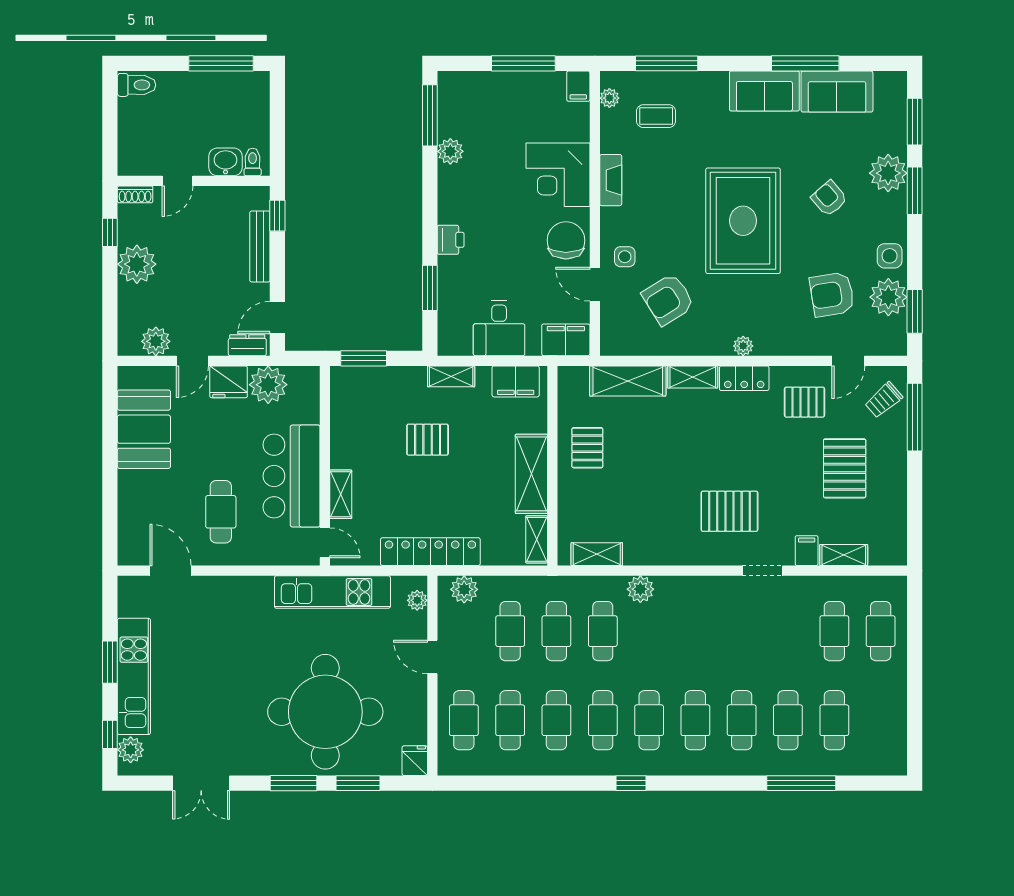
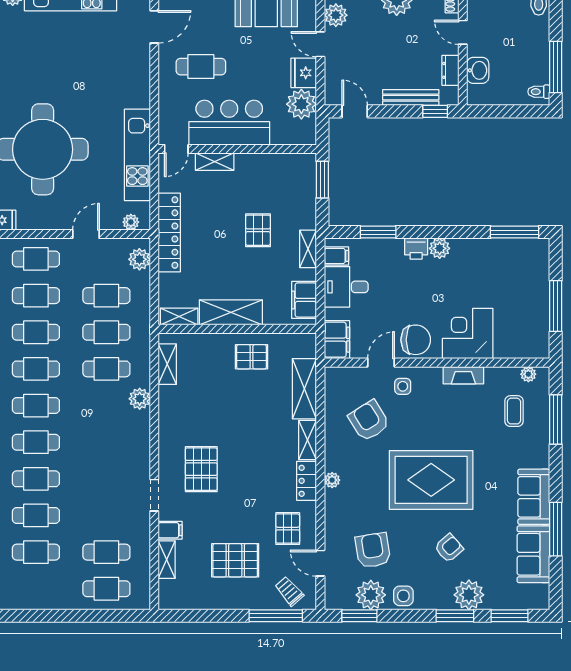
filing cabinet: (578, 86) -> (336, 256), moved, turned 180
plant: (450, 151) -> (440, 248), moved
toilet: (253, 162) -> (539, 92), moved, turned 180
dresser: (247, 345) -> (450, 70), moved, turned 180

